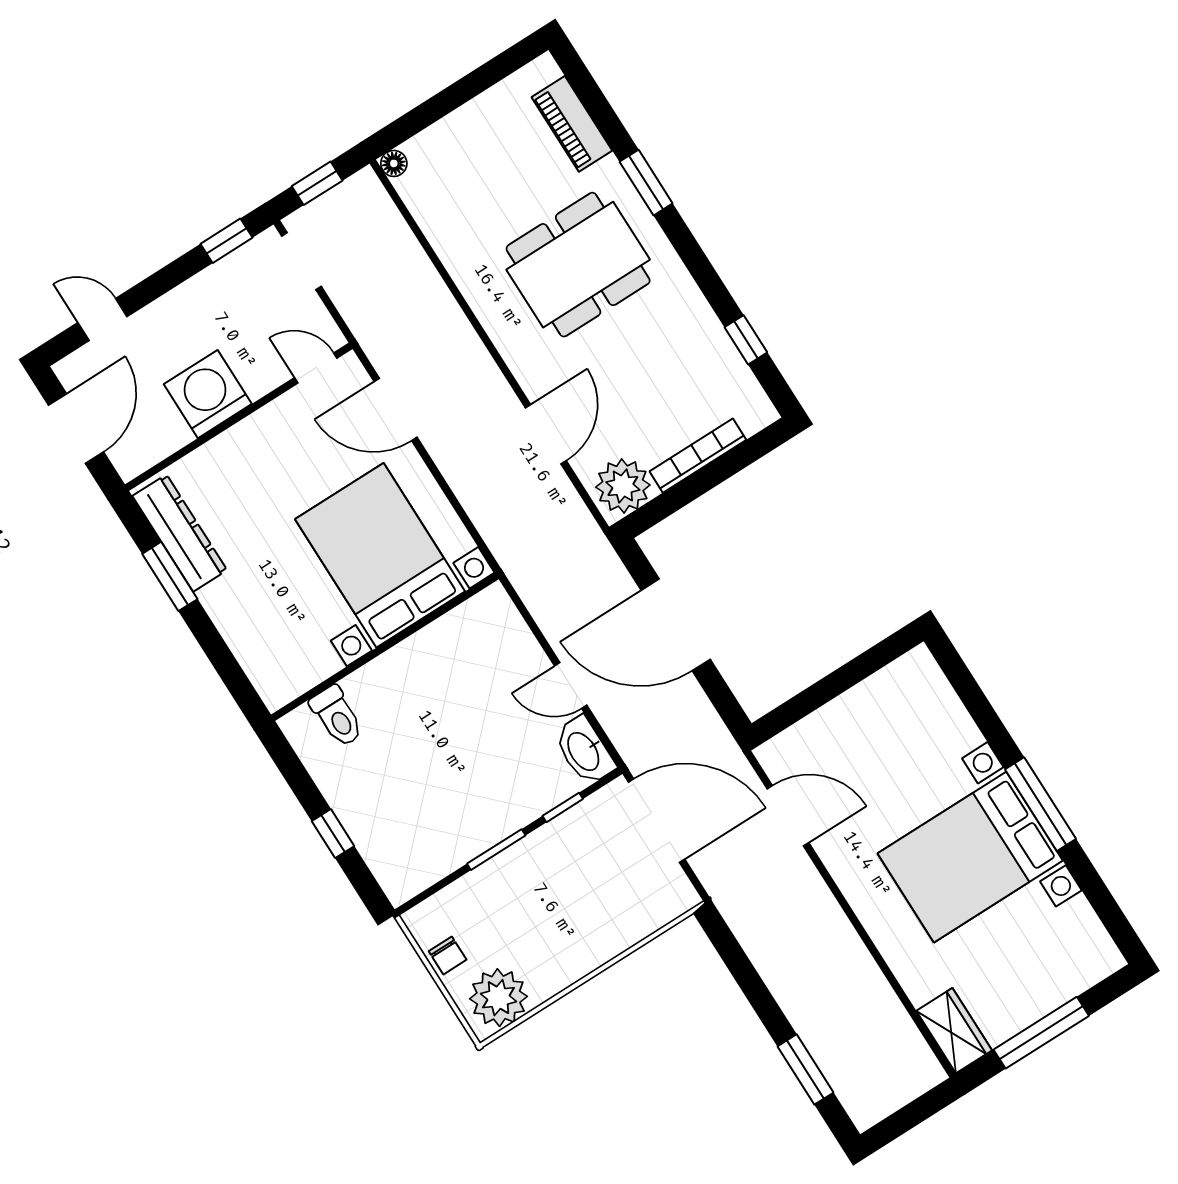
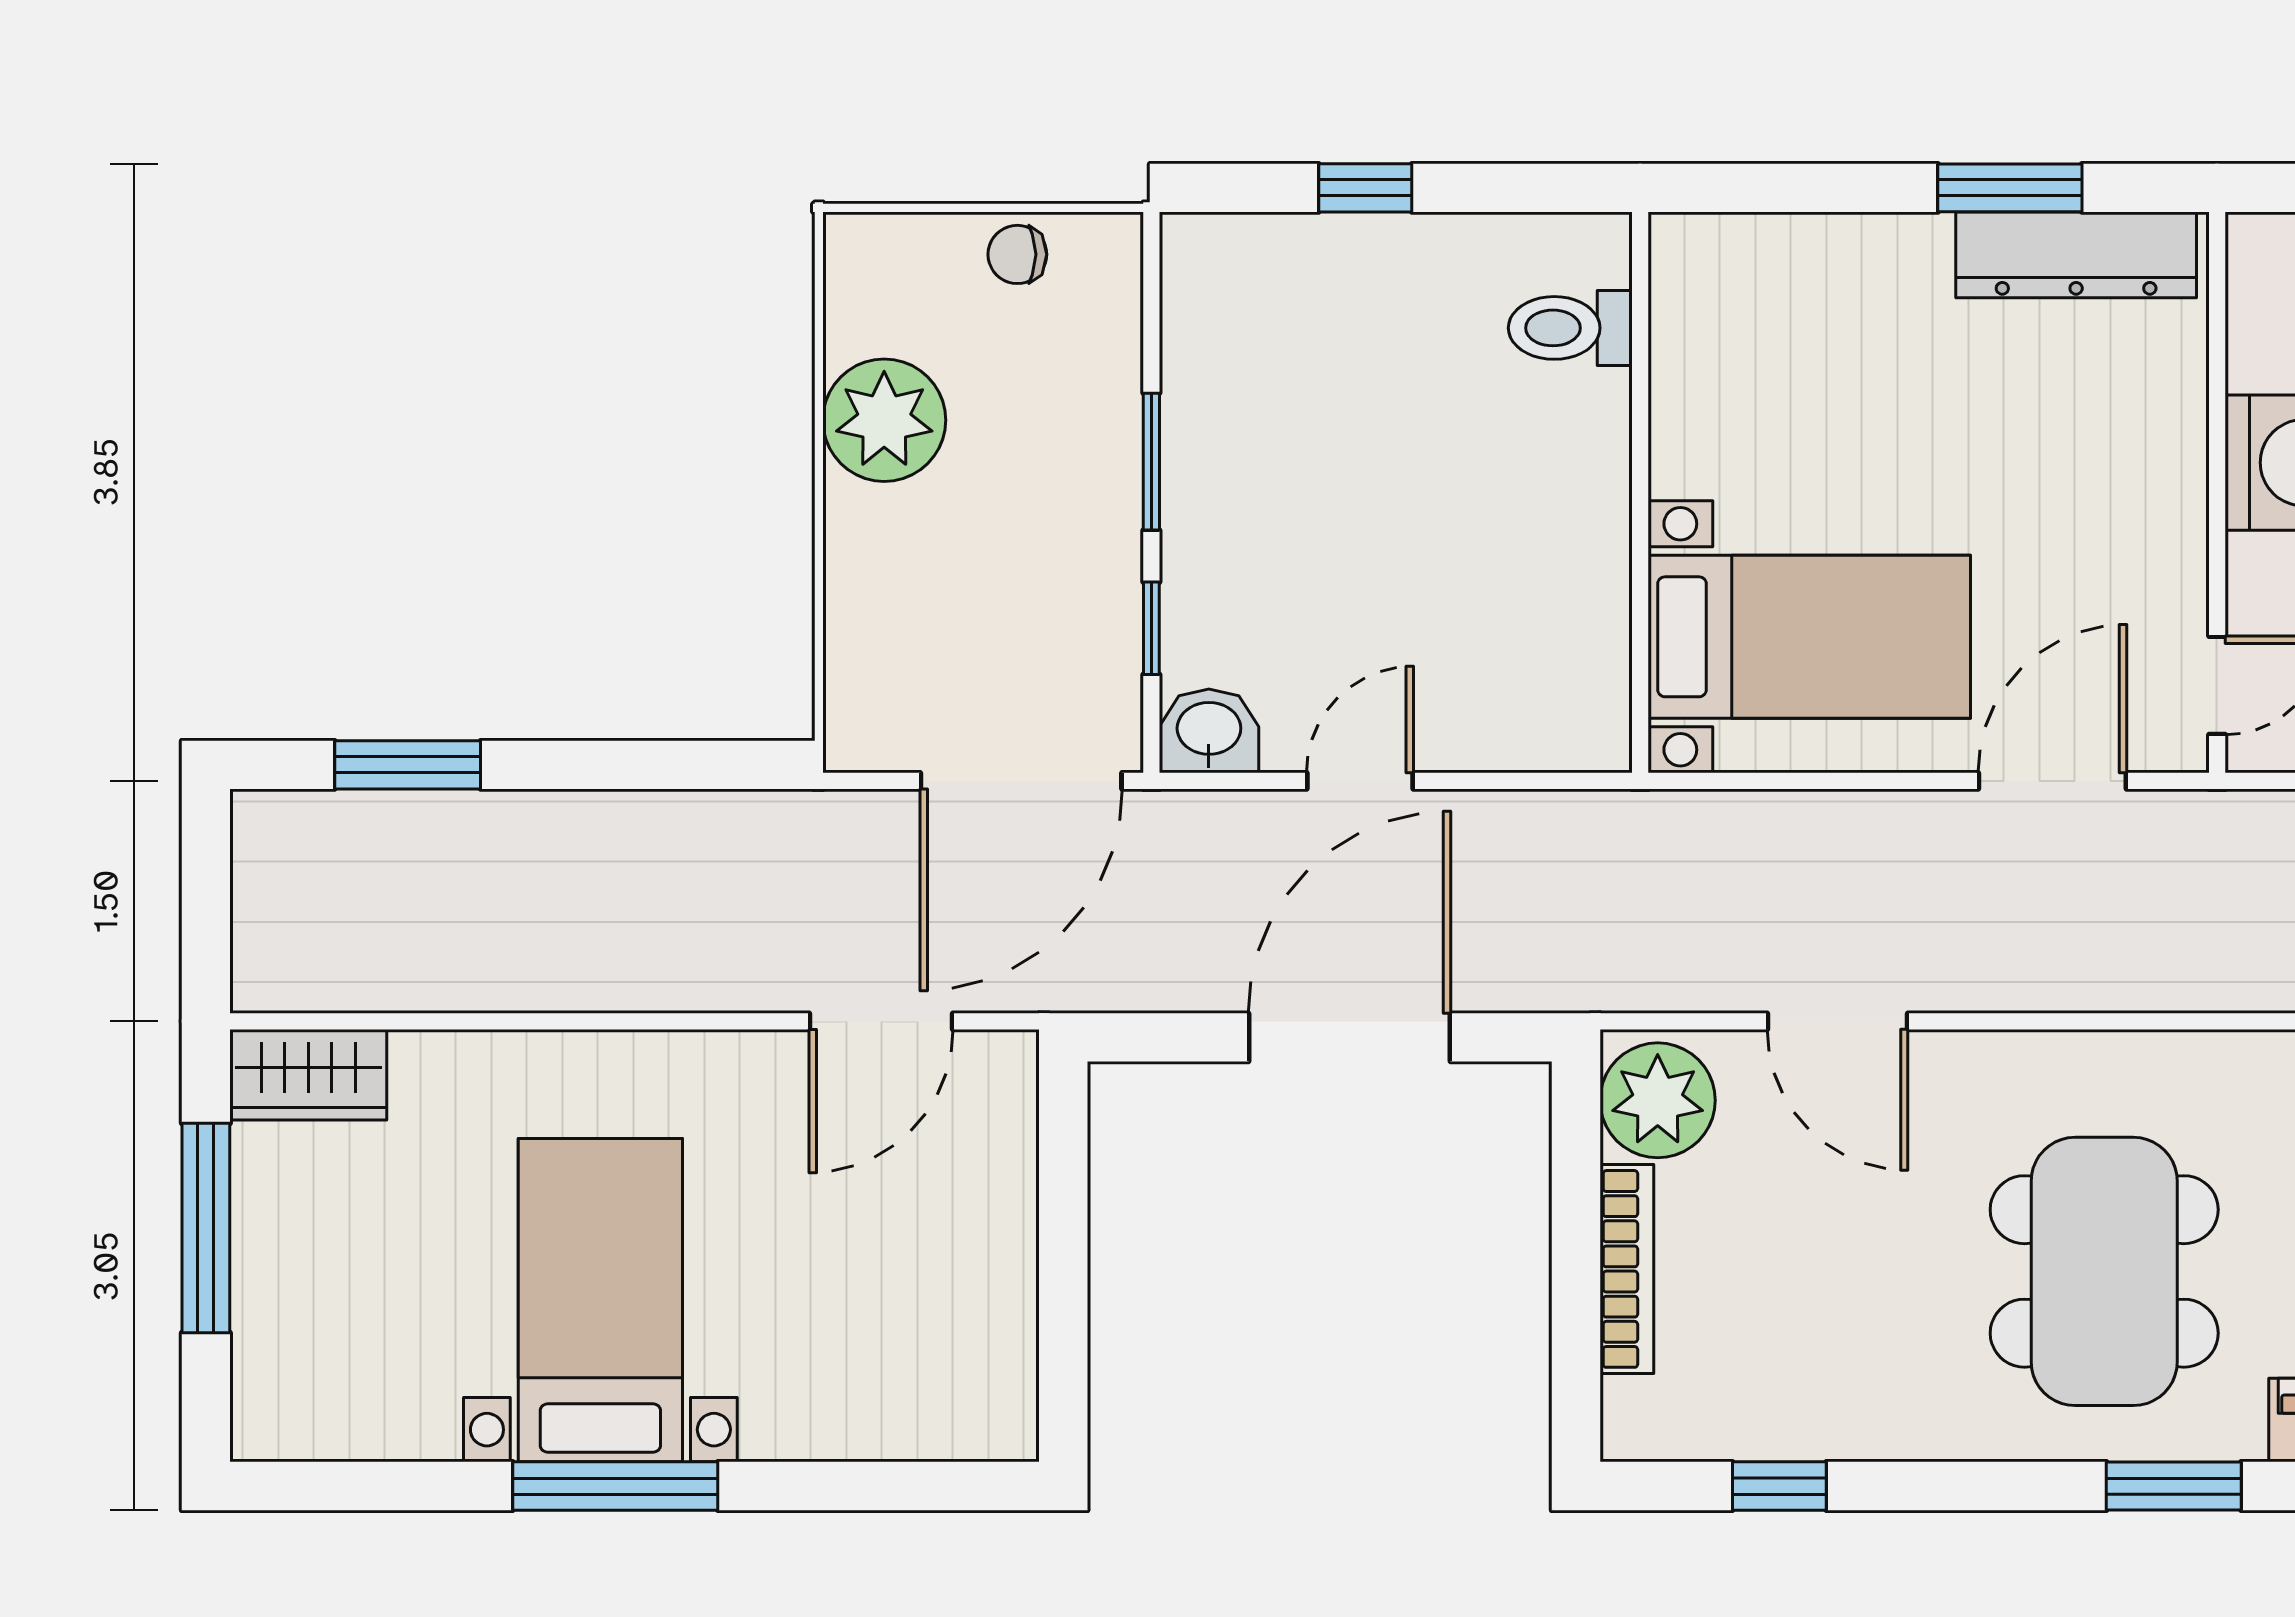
bed with nightstands: (380, 555) -> (1809, 637), width x0.73
washbasin: (584, 751) -> (1209, 731), width x0.72
bed with nightstands: (970, 857) -> (600, 1300), width x0.73
plant: (498, 998) -> (884, 420), moved

